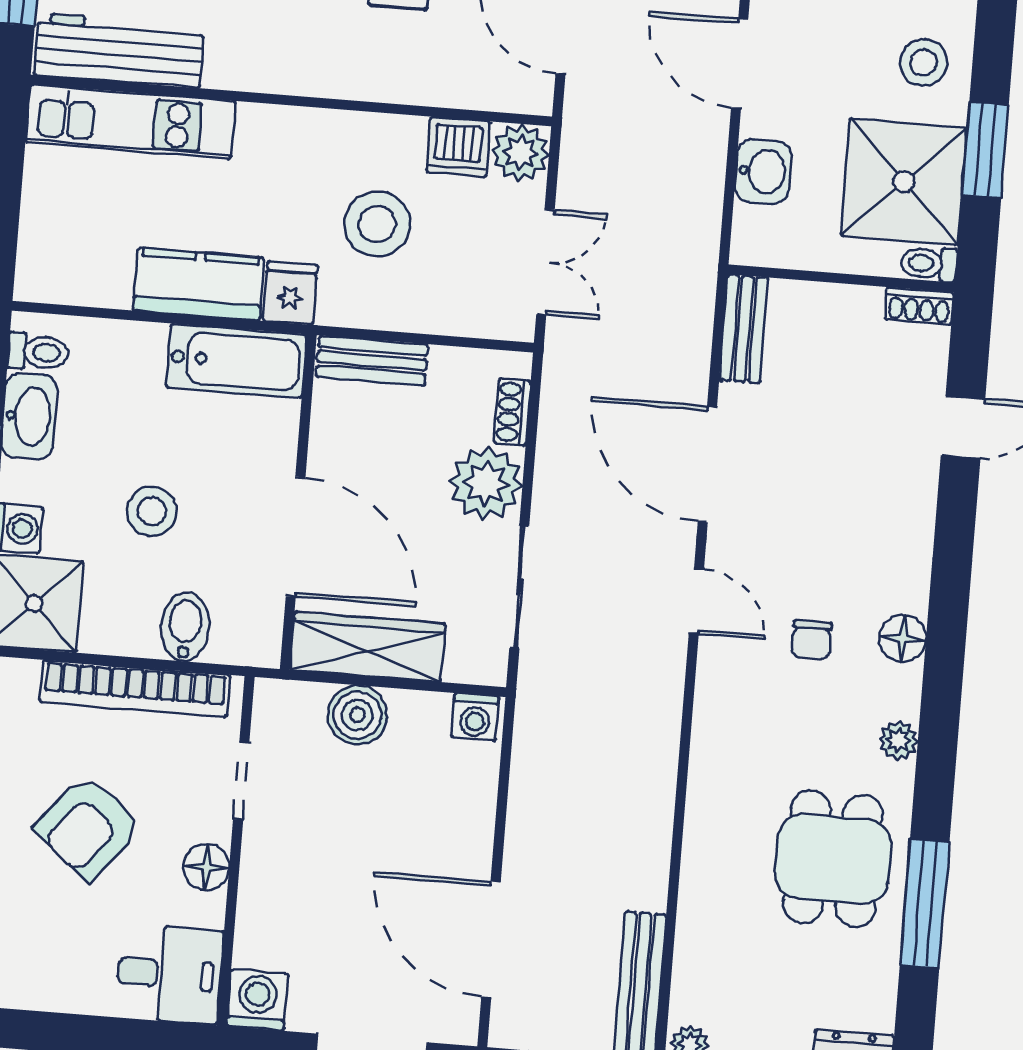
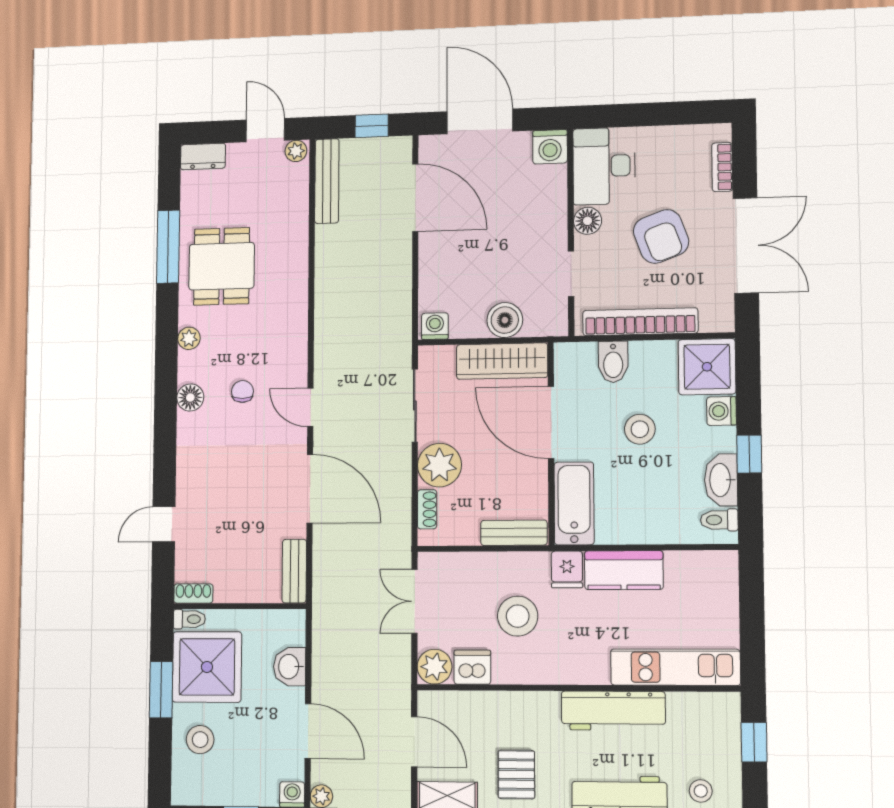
workbench: (119, 50) -> (613, 711), moved
bathtub: (236, 361) -> (574, 503), moved, turned 90
armchair: (88, 827) -> (661, 236), turned 121
desk: (169, 974) -> (604, 166), width x1.37

